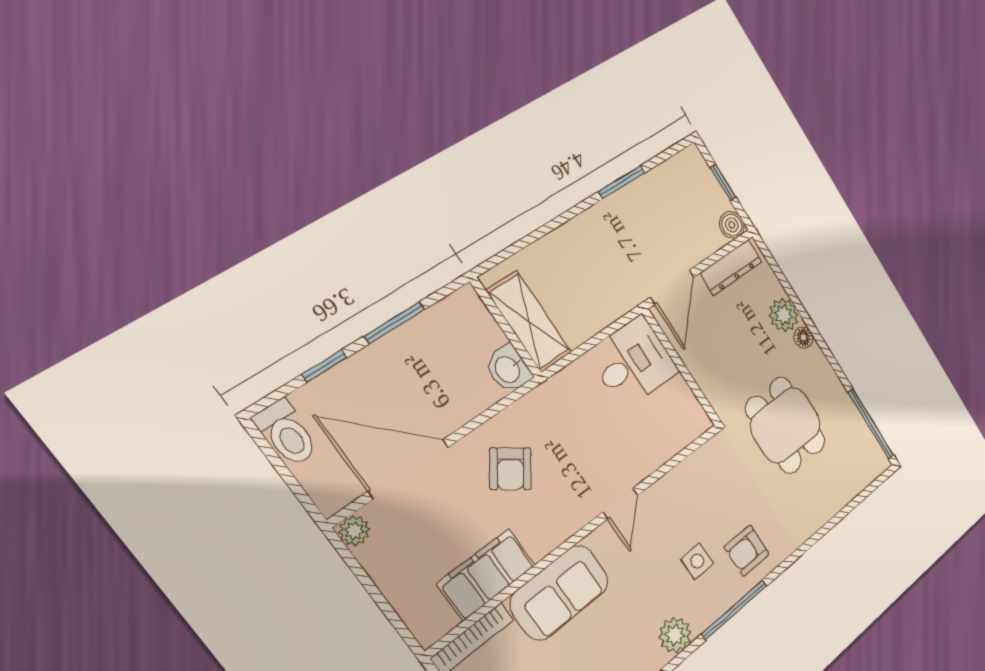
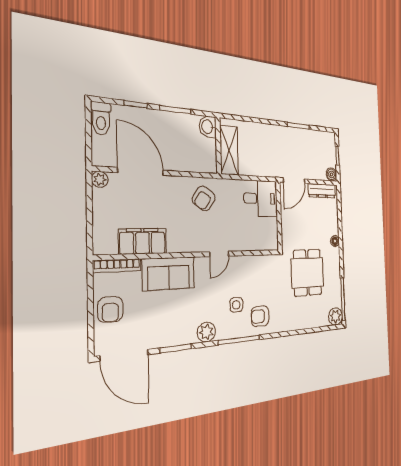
plant: (784, 315) -> (335, 316), moved
washbasin: (508, 369) -> (208, 127), moved
armchair: (510, 469) -> (204, 198), moved

